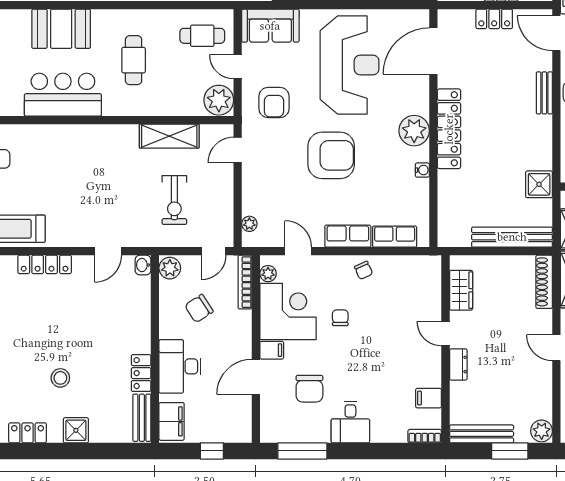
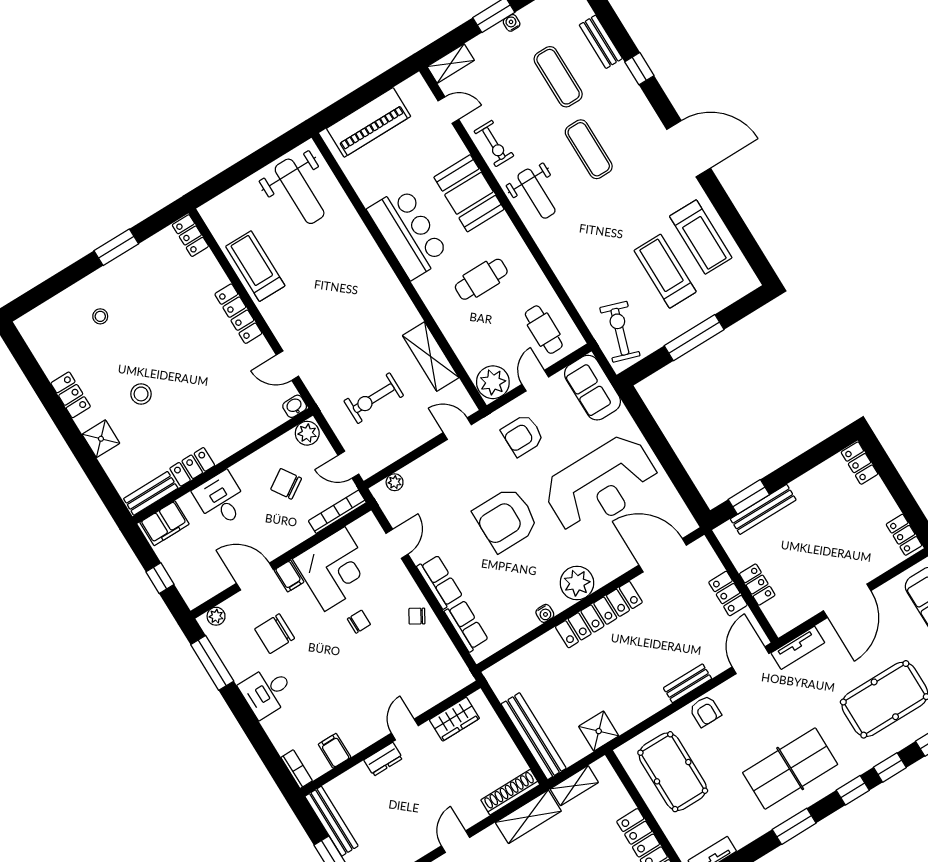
armchair: (331, 155) -> (506, 519), turned 90
chair: (364, 270) -> (417, 616), turned 55
plant: (268, 274) -> (216, 616), moved
desk: (180, 366) -> (221, 499), width x0.73

